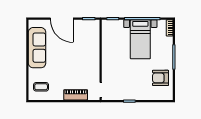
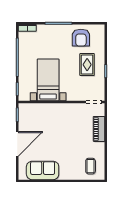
bed with nightstands: (140, 39) -> (48, 80), moved, turned -90
sofa: (37, 48) -> (43, 170), width x0.73
rug: (135, 84) -> (87, 65), added

